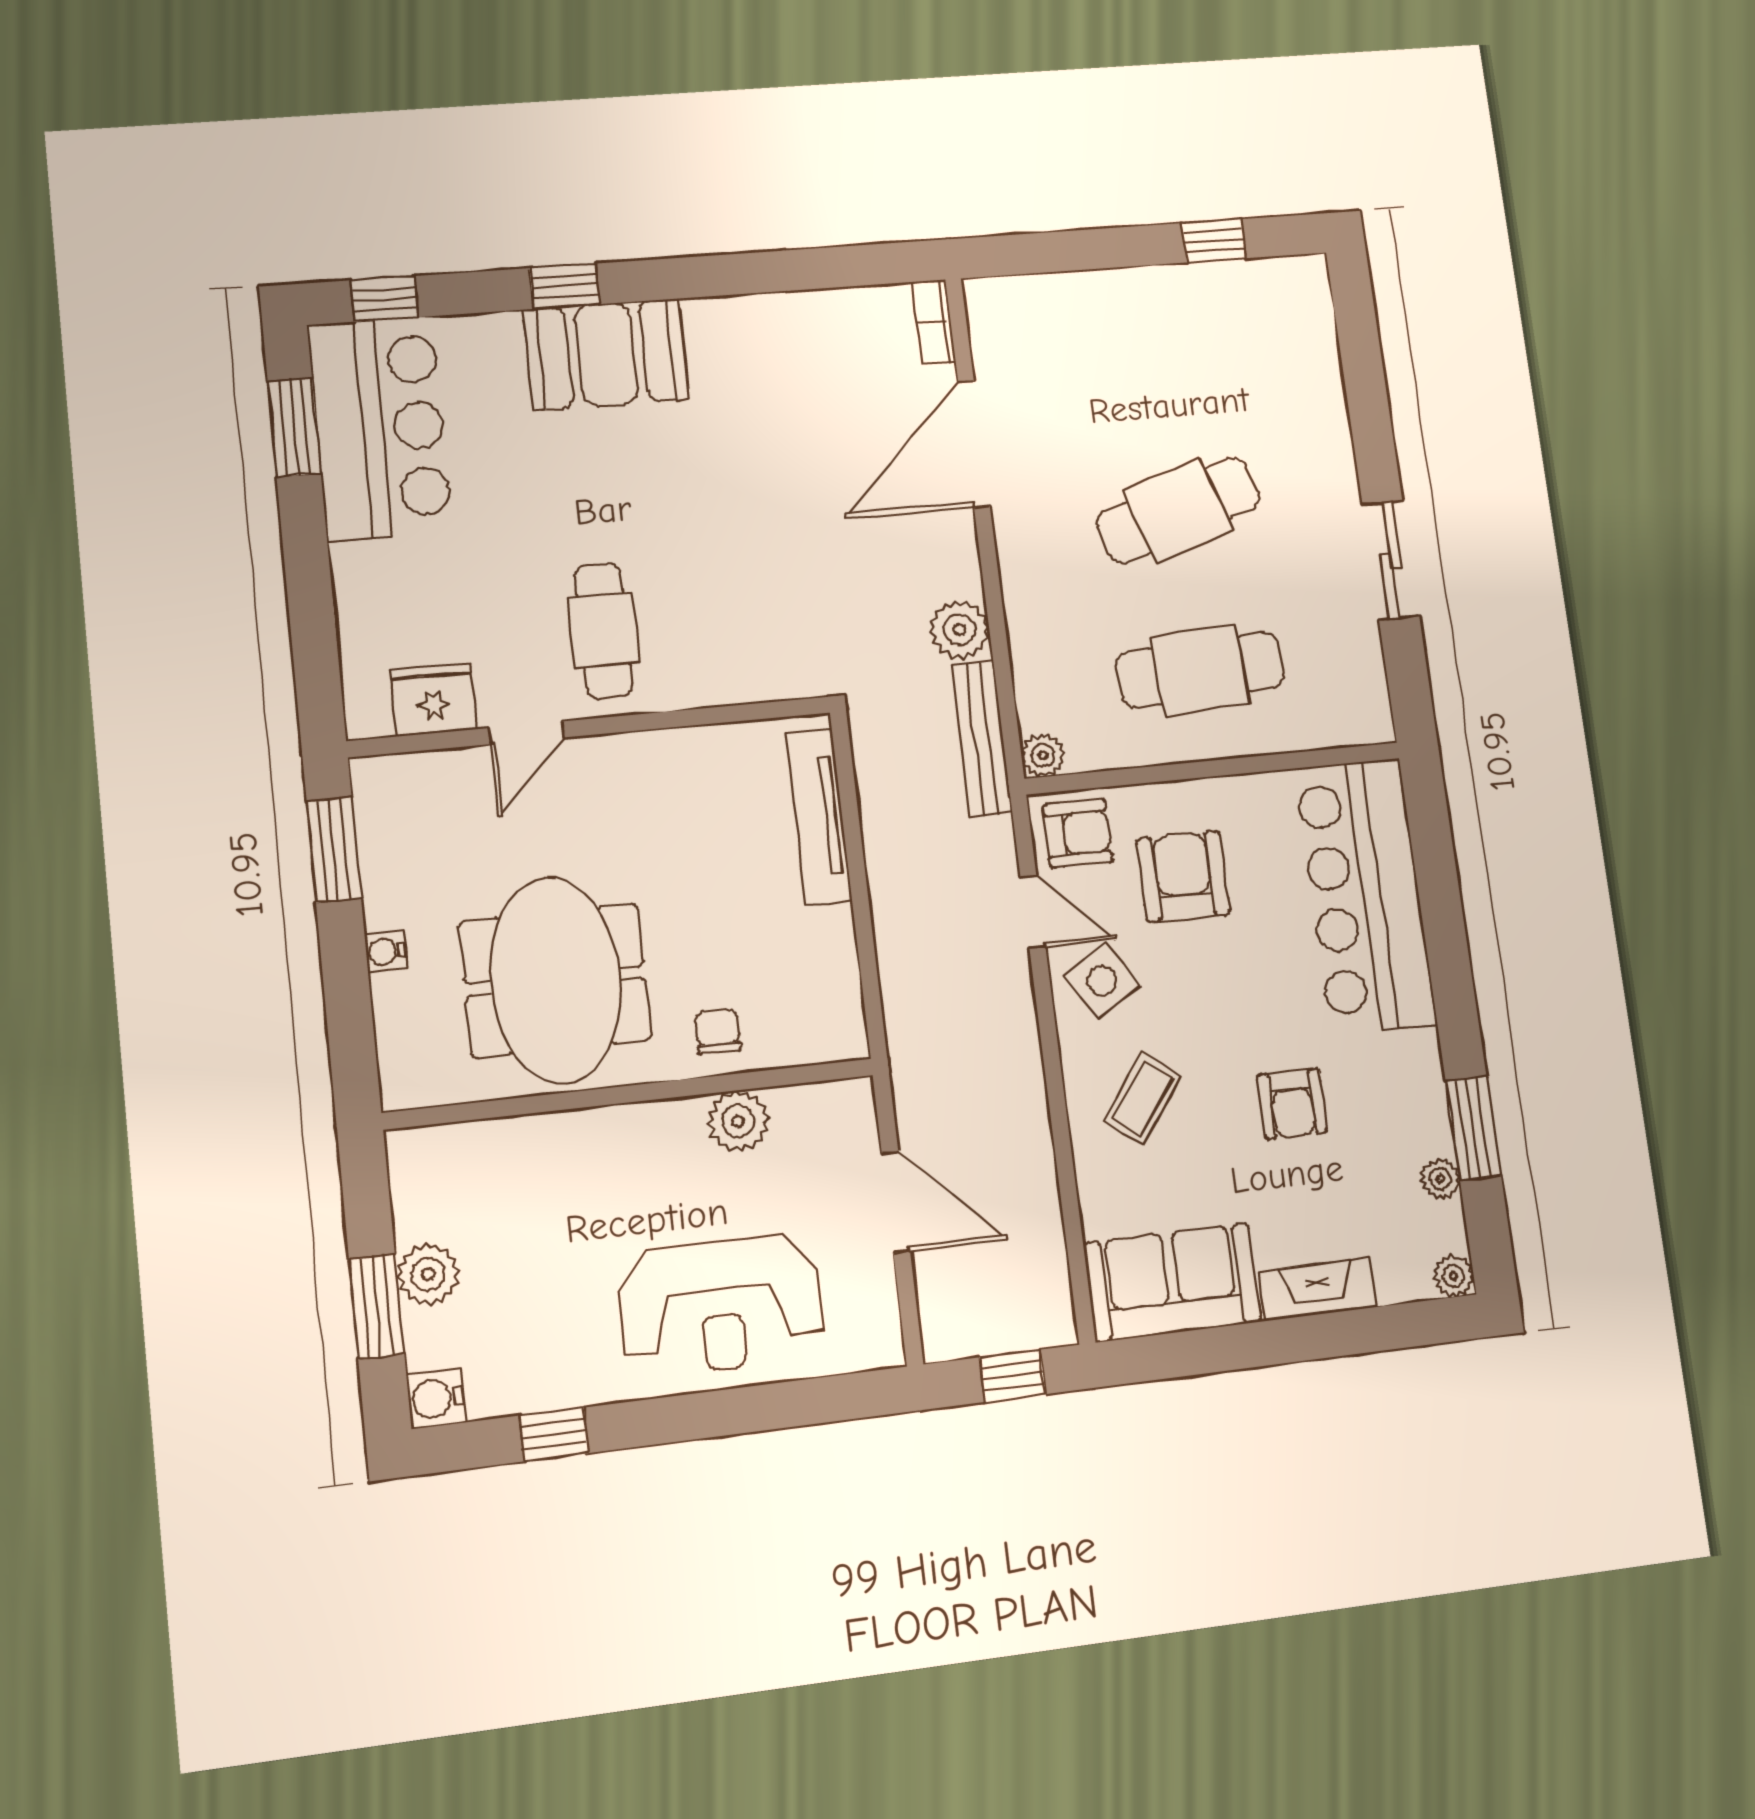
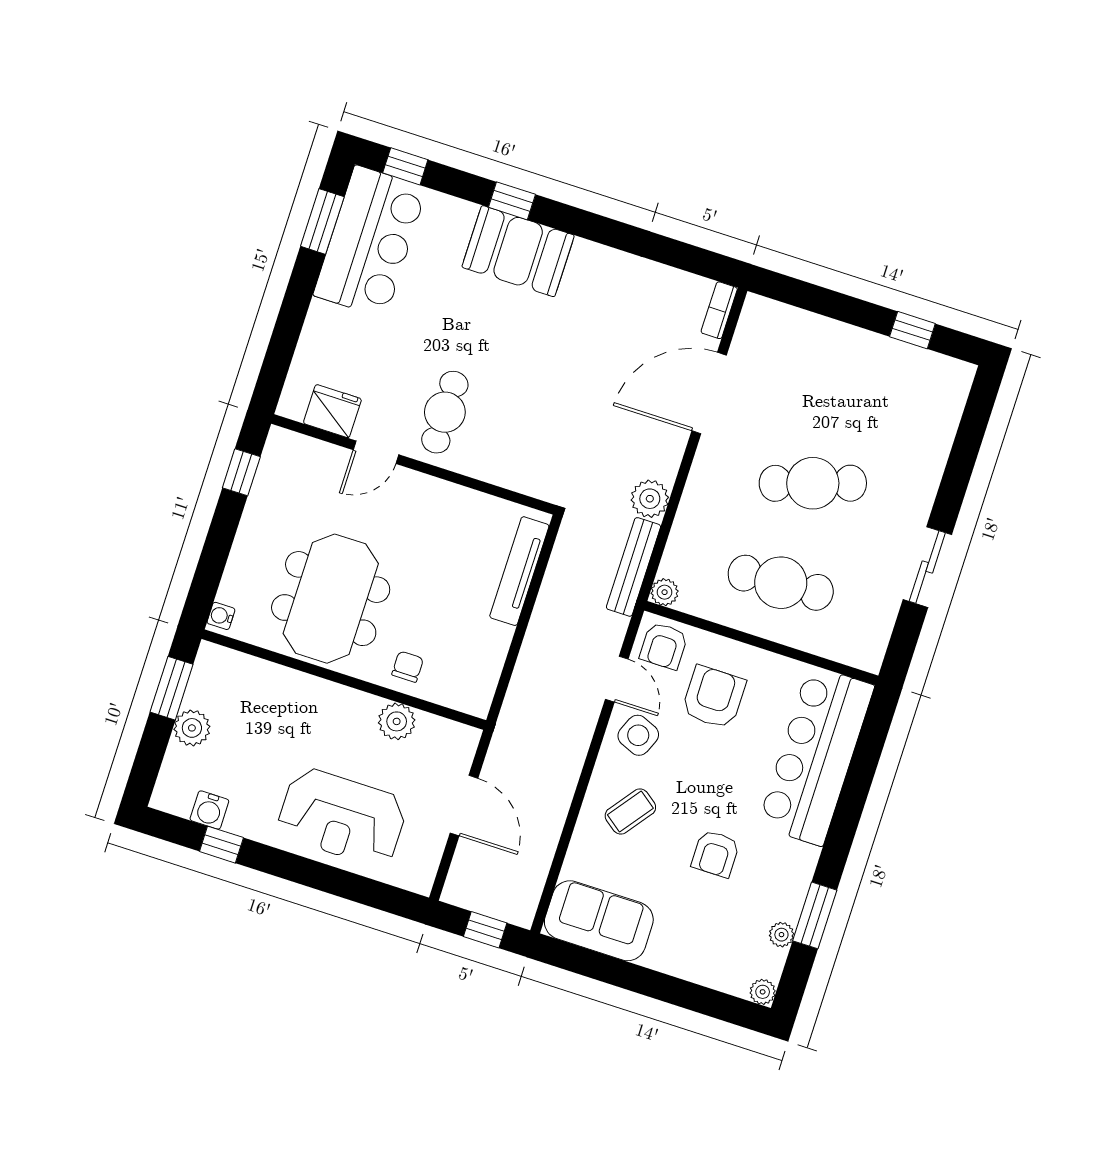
armchair: (1078, 834) -> (664, 646), turned 90
window: (334, 850) -> (241, 472), width x0.67
water cooler: (386, 951) -> (221, 616), moved
side table: (1102, 980) -> (638, 735), turned -36
fireplace: (1318, 1289) -> (680, 963), removed
window: (377, 1307) -> (172, 688), moved
water cooler: (436, 1399) -> (209, 810), moved, turned -90

